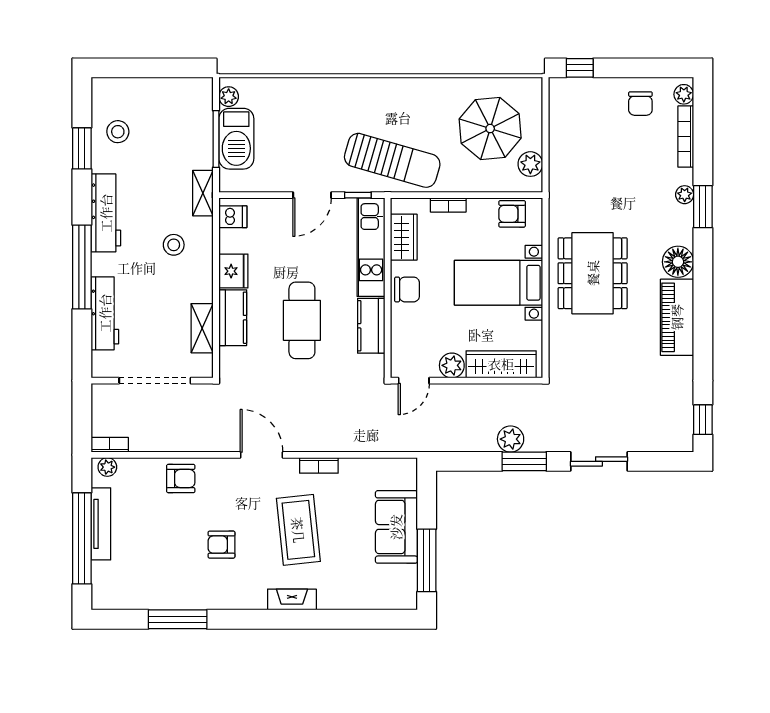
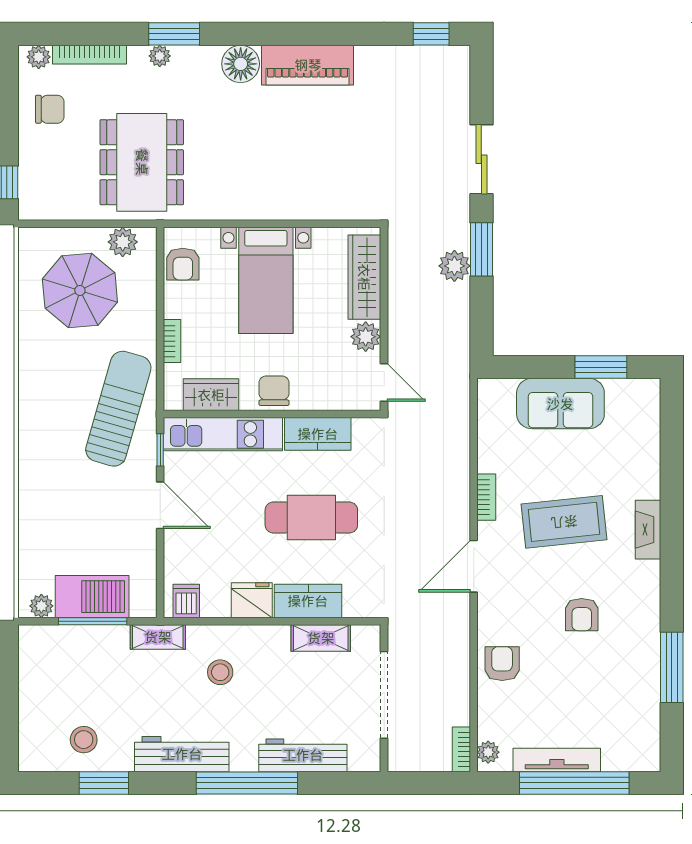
dining table: (593, 273) -> (142, 162), moved, turned 90
window: (427, 560) -> (601, 367), width x0.69

